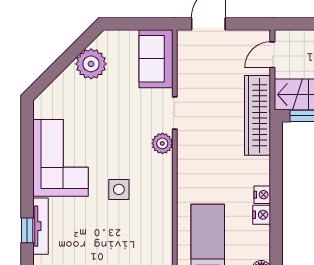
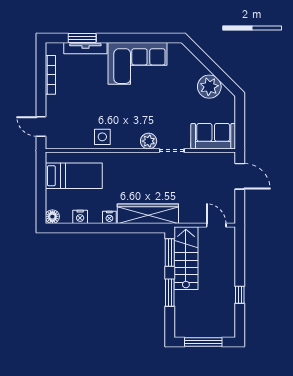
wardrobe: (257, 115) -> (148, 214), moved
side table: (119, 189) -> (102, 137), moved
nightstand: (262, 215) -> (80, 217), moved
window: (27, 230) -> (82, 38), width x1.50

